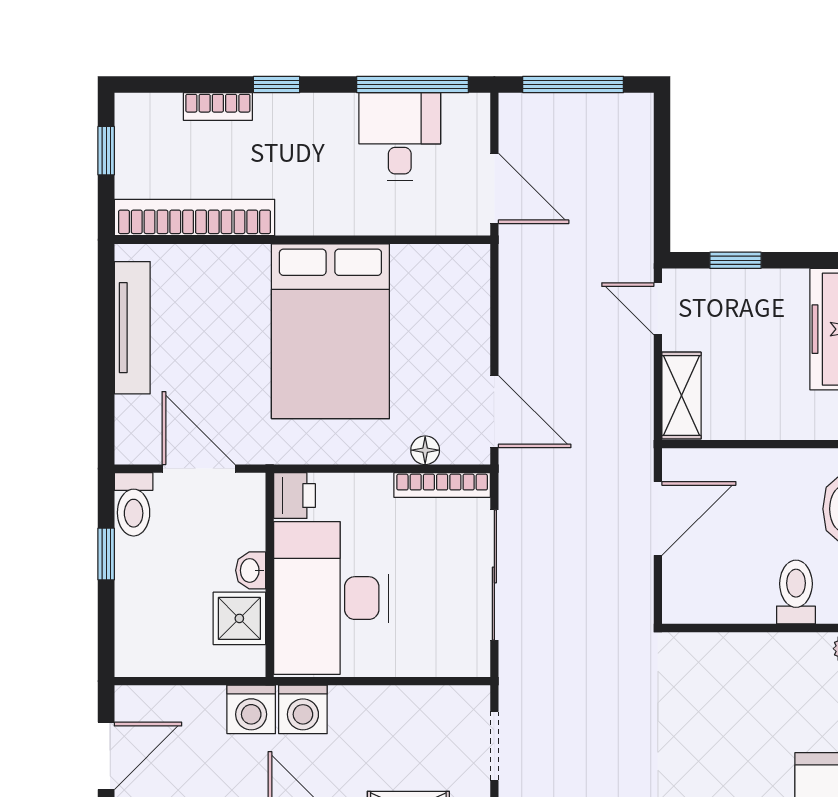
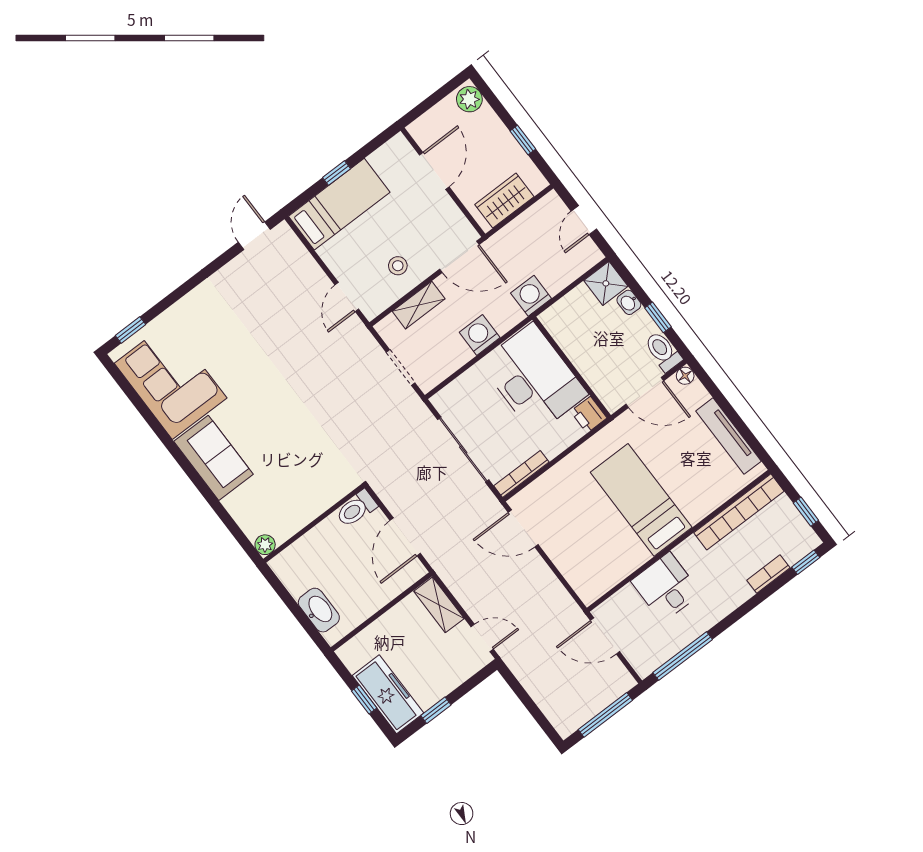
window: (277, 84) -> (806, 562), moved
desk: (400, 137) -> (666, 587), moved, turned 180
window: (735, 260) -> (436, 710), moved
bed: (330, 331) -> (641, 500), width x0.67
floor lamp: (425, 450) -> (685, 376), moved
washbasin: (251, 570) -> (629, 302), moved, turned 180
toilet: (796, 592) -> (356, 509), moved, turned 90
shower: (239, 618) -> (606, 283), moved
washing machine: (303, 709) -> (480, 335), moved
door: (106, 756) -> (584, 220), width x0.73

